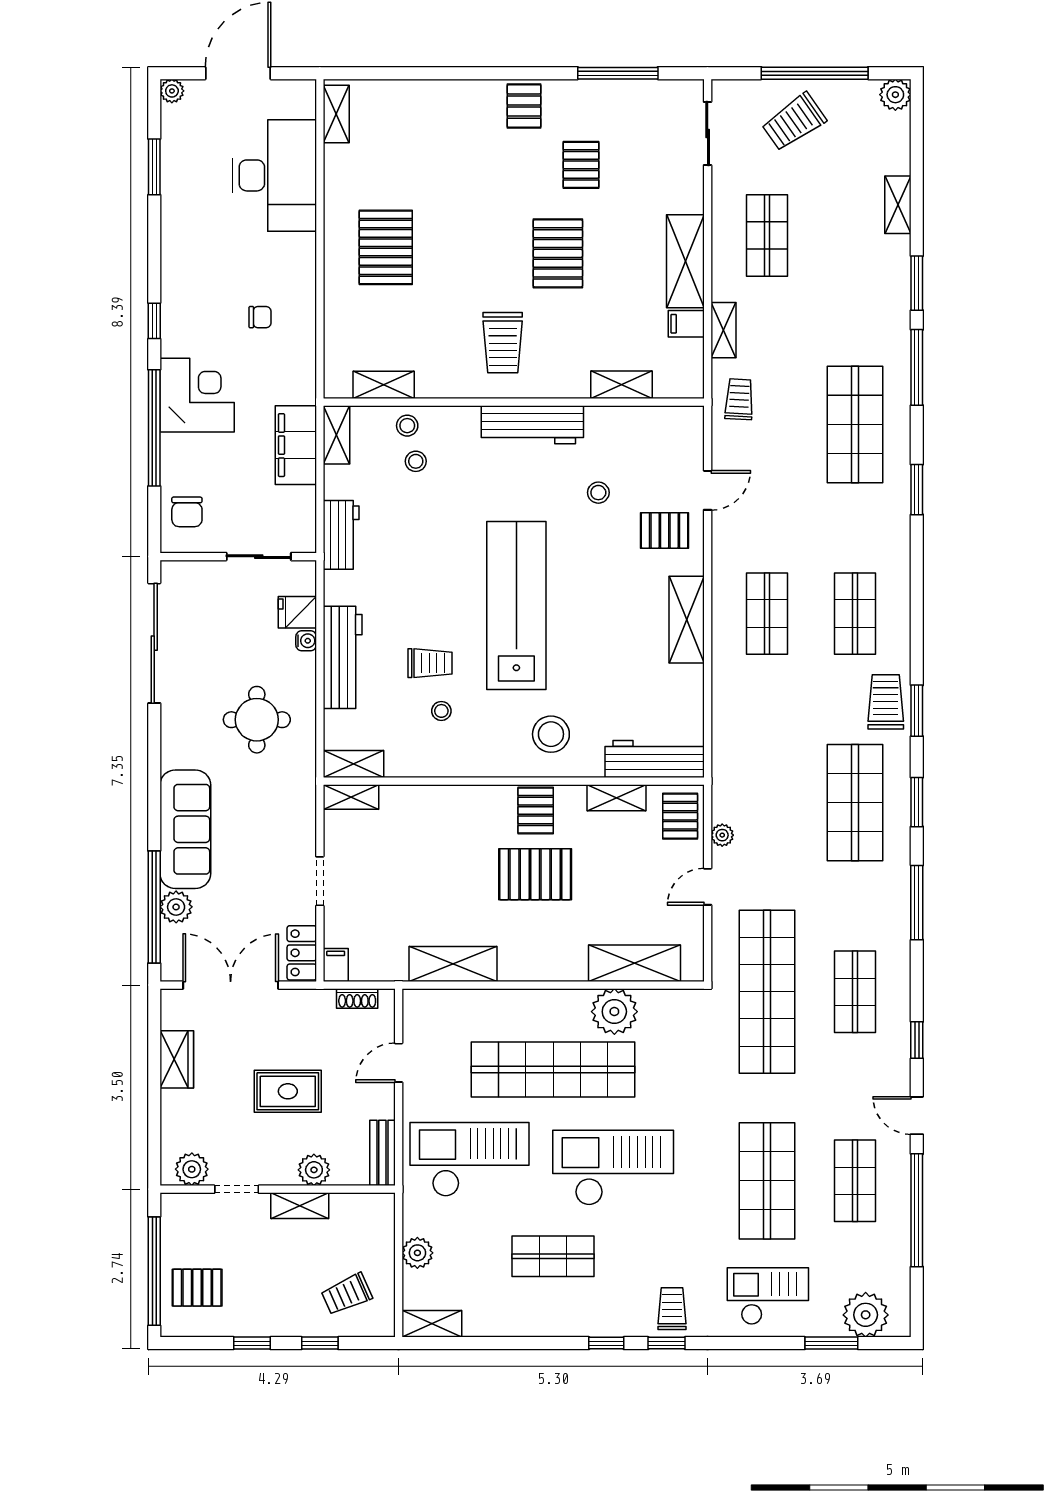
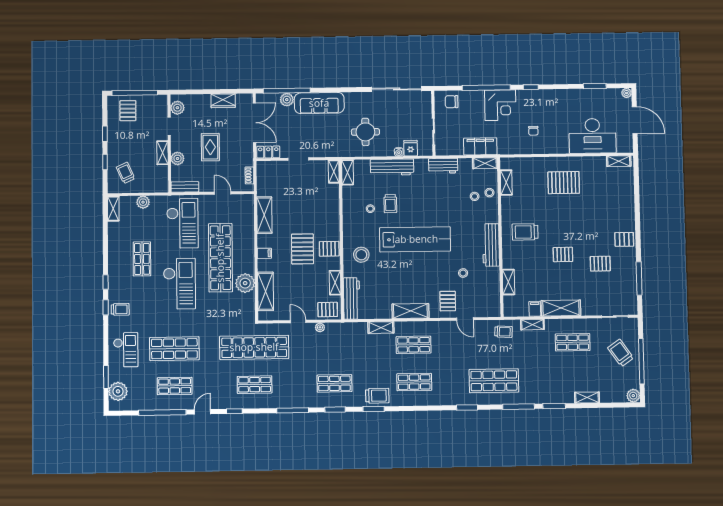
pallet: (558, 253) -> (563, 254), width x0.67, depth x0.71
shelving: (725, 690) -> (381, 328), added
shop shelf: (855, 803) -> (334, 383), width x0.70, depth x0.74
filing cabinet: (336, 965) -> (264, 253), moved

